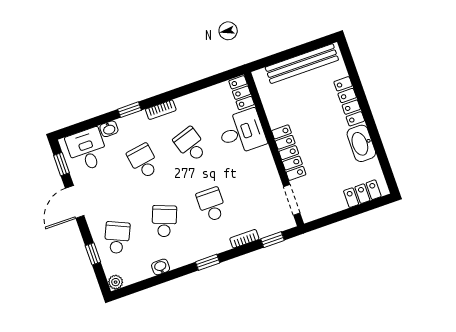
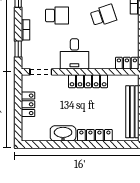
desk: (242, 132) -> (74, 54), moved
locker: (289, 153) -> (88, 81), moved
locker: (362, 194) -> (28, 104), moved

